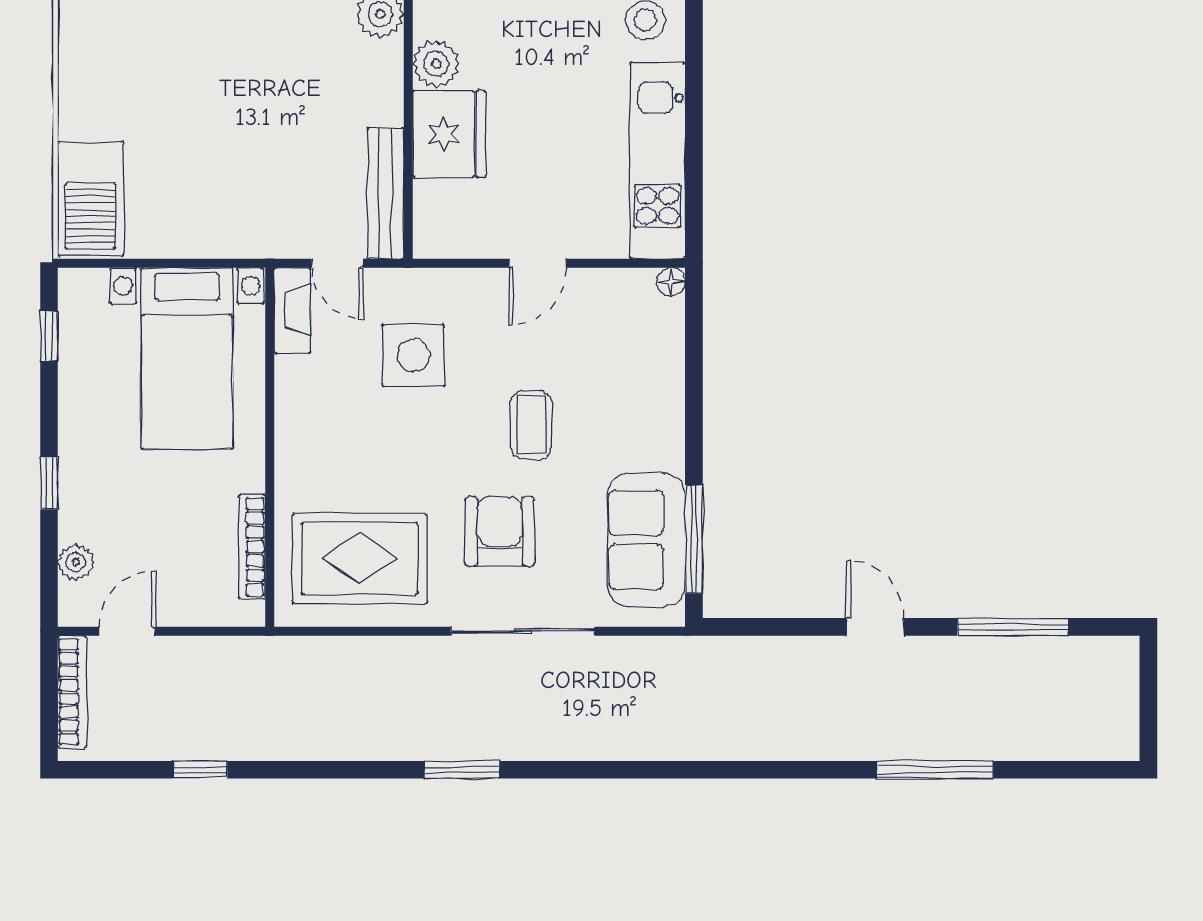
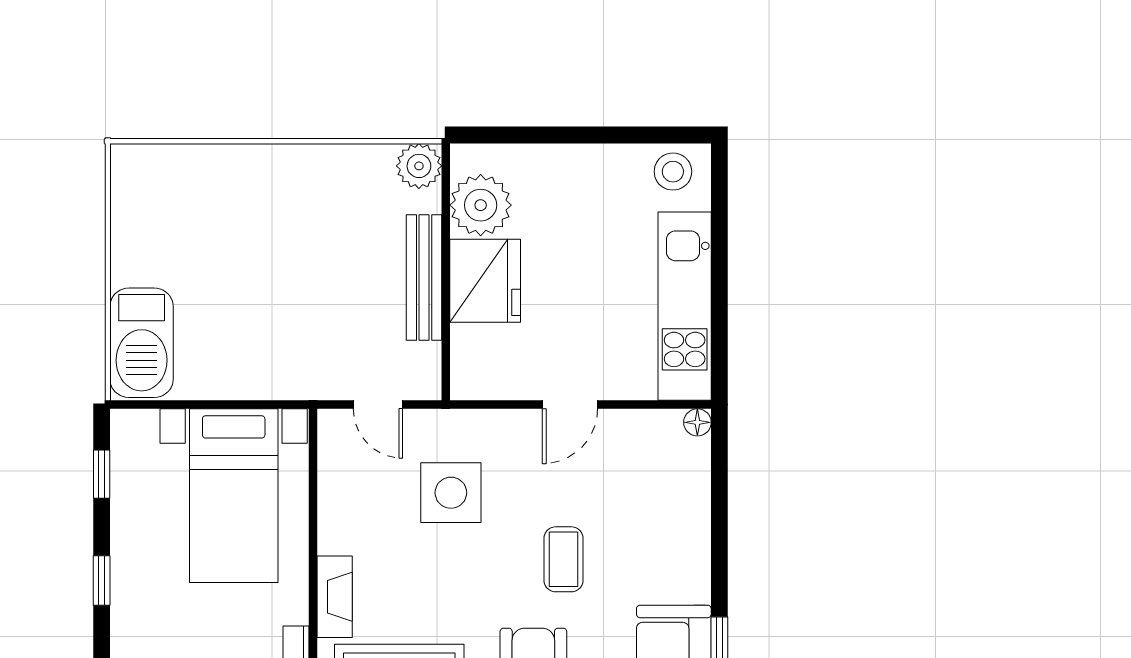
plant: (436, 64) -> (481, 205), width x1.36, depth x1.36
bench: (386, 193) -> (424, 278), moved
fireplace: (292, 310) -> (335, 597), moved
window: (49, 483) -> (102, 580), moved

